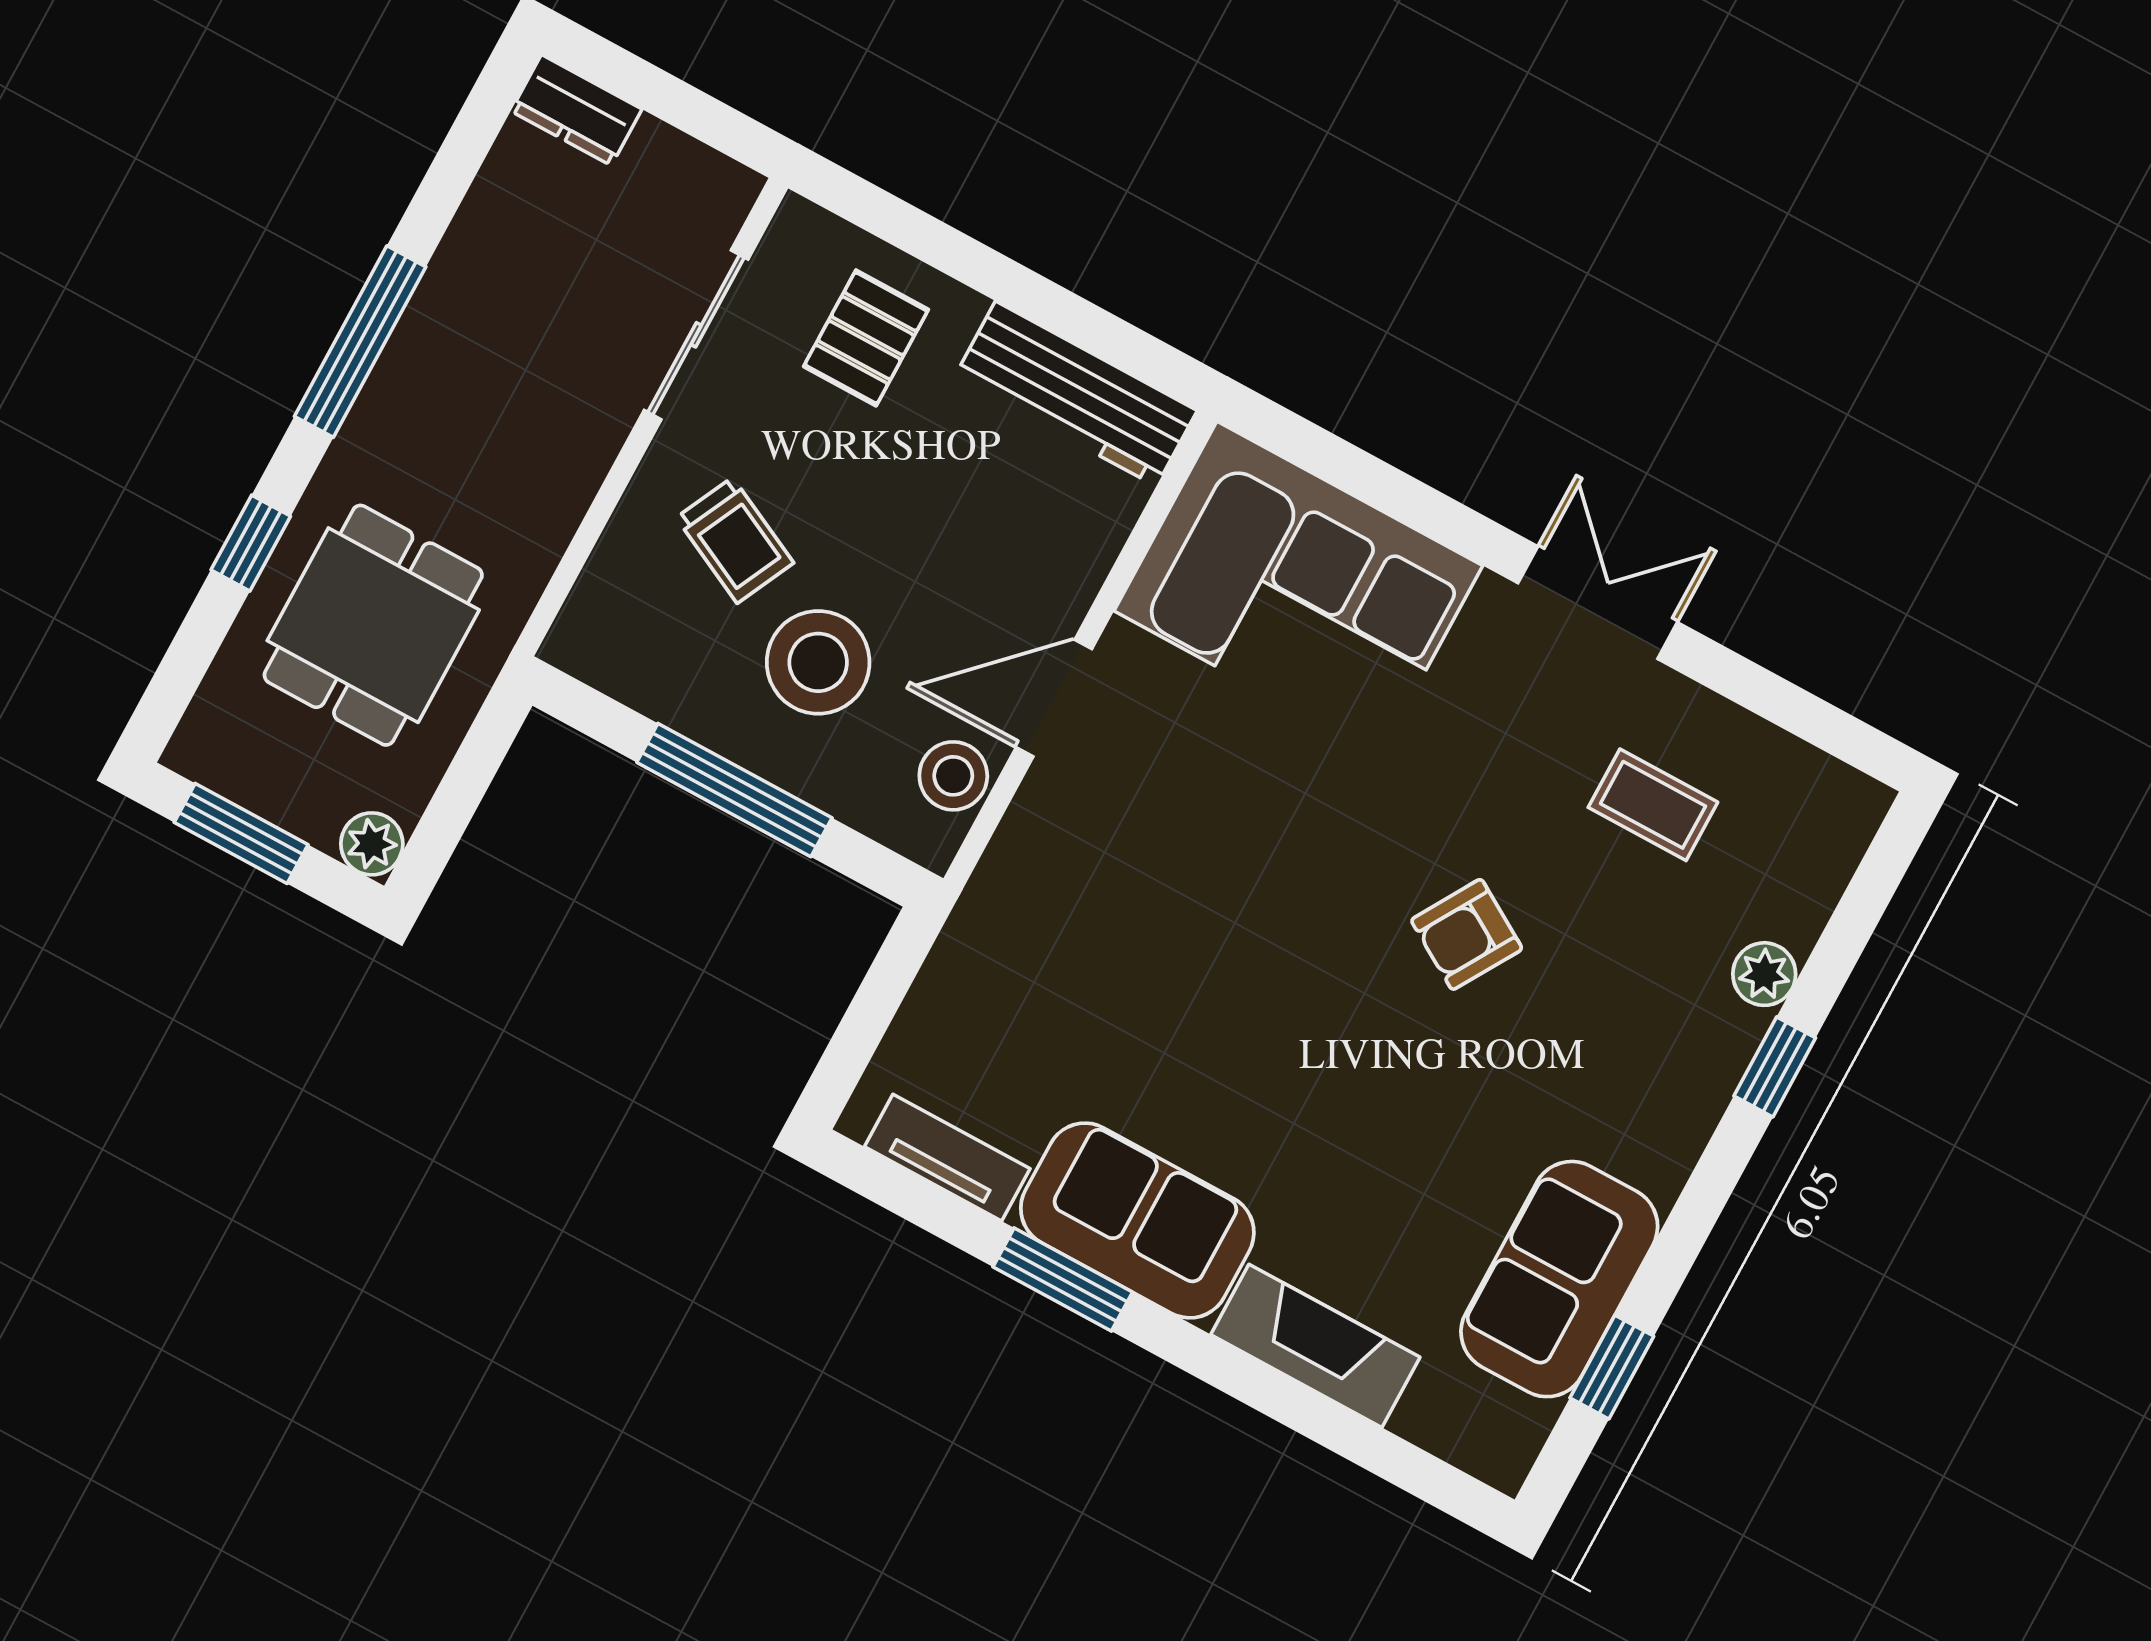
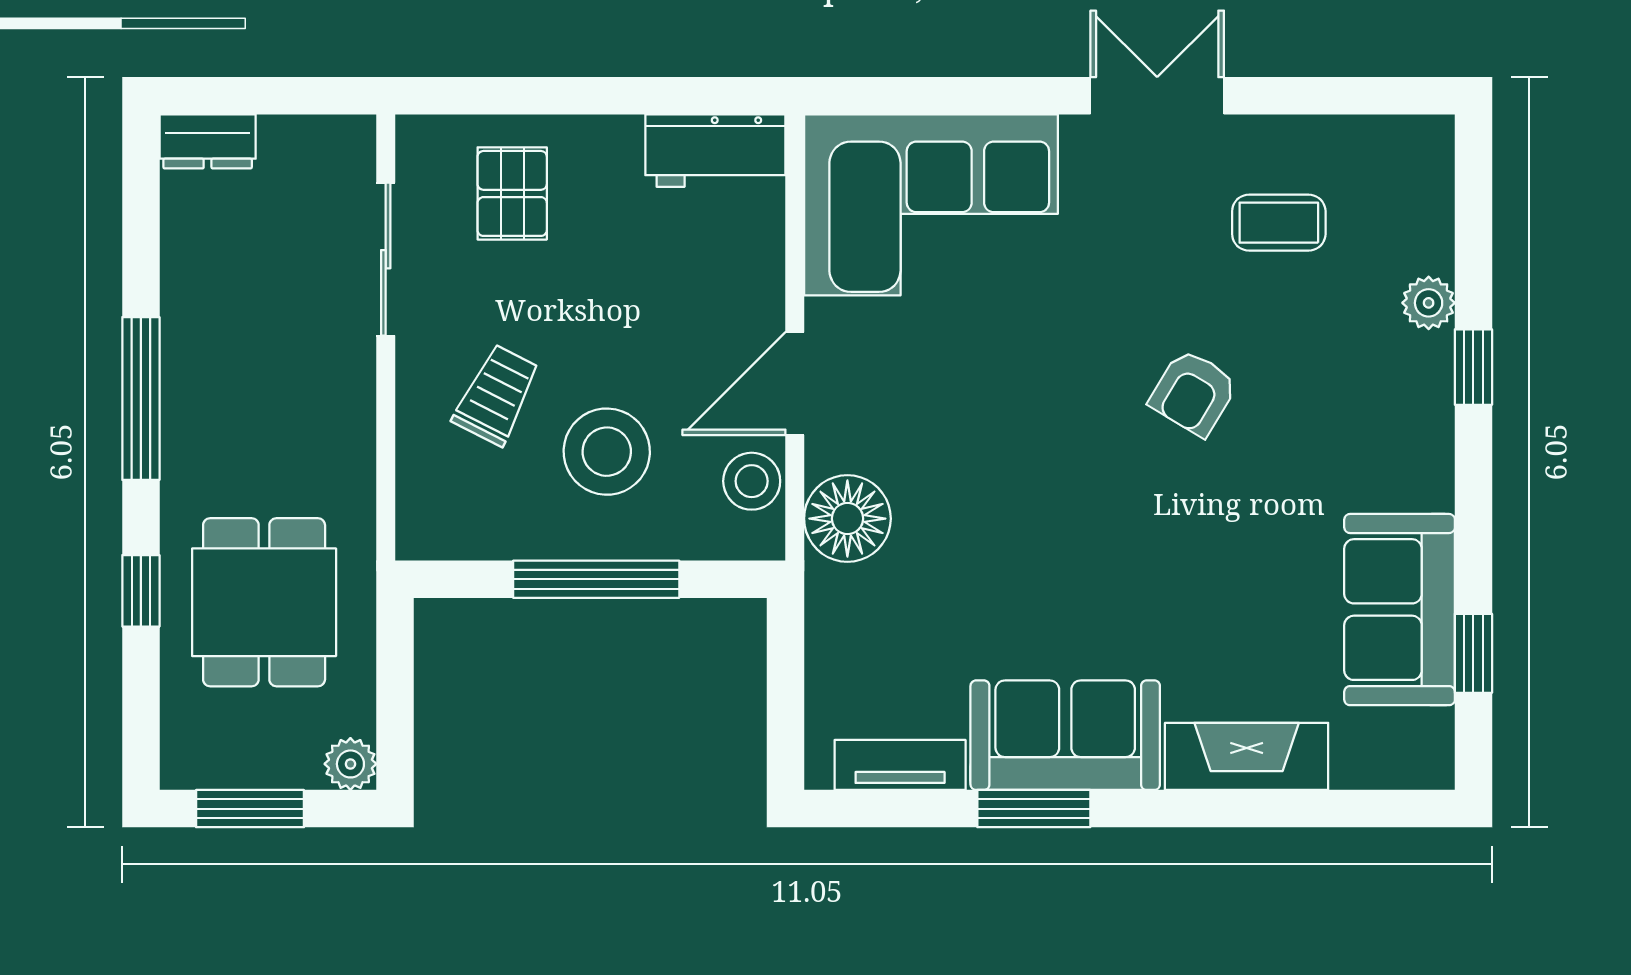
workbench: (1076, 394) -> (715, 151), width x0.73
trolley: (735, 540) -> (497, 395), turned -89
floor lamp: (1032, 869) -> (847, 519), added

